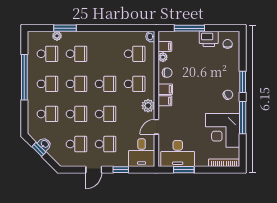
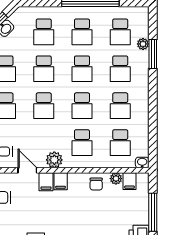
school desk: (106, 54) -> (120, 106), added
filing cabinet: (165, 89) -> (46, 182), moved

